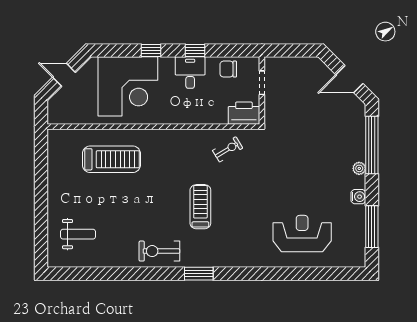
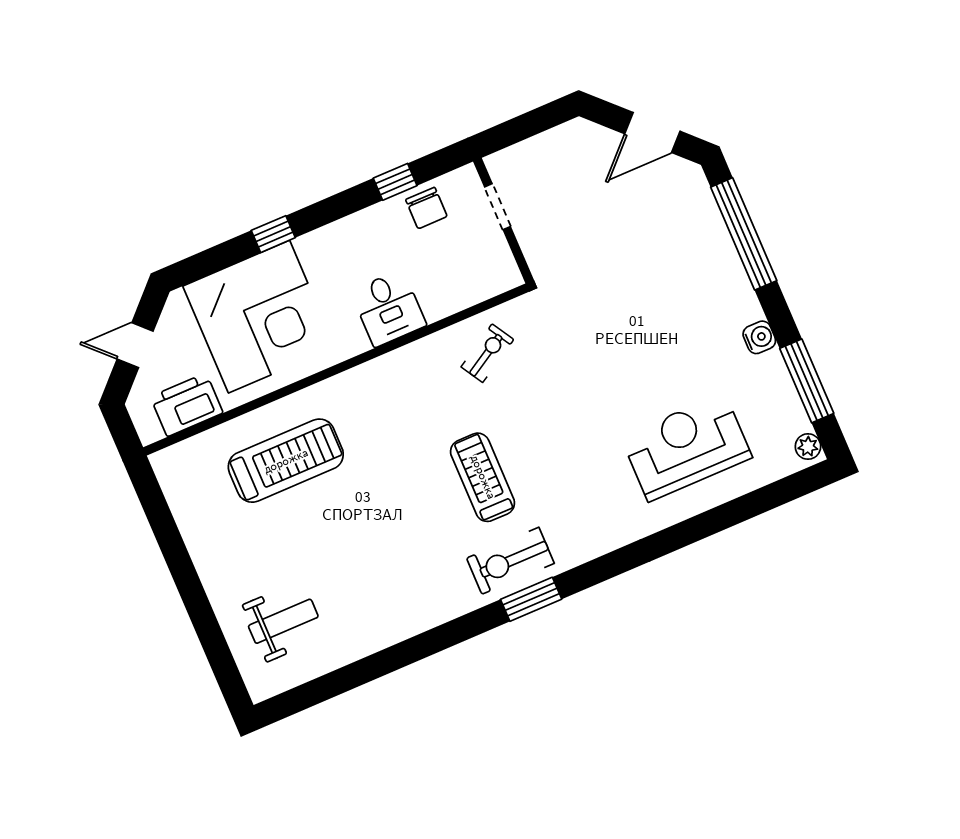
window: (195, 50) -> (395, 182), moved
chair: (228, 69) -> (426, 208), turned -90
desk: (190, 73) -> (389, 308), moved, turned 180
printer: (244, 113) -> (187, 405), moved
plant: (359, 168) -> (808, 447), moved
exercise bike: (159, 251) -> (510, 561), moved

